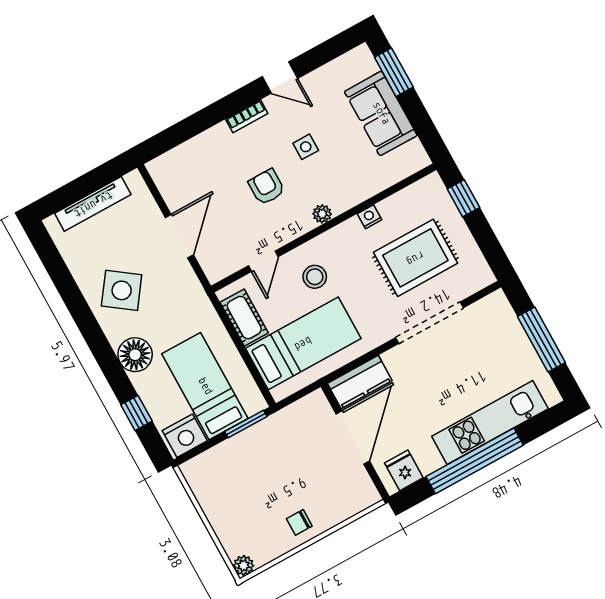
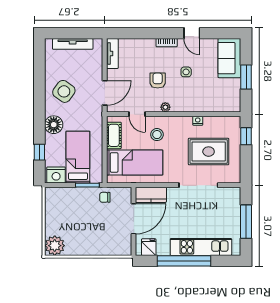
window: (394, 72) -> (246, 77), moved
sofa: (381, 113) -> (229, 58), moved
tv unit: (167, 184) -> (112, 54), added
plant: (322, 214) -> (165, 107), moved
door: (179, 236) -> (105, 93), moved
door: (263, 261) -> (137, 114), hinge flipped
chair: (299, 522) -> (105, 197), moved
plant: (244, 566) -> (55, 246), width x1.88, depth x1.88

